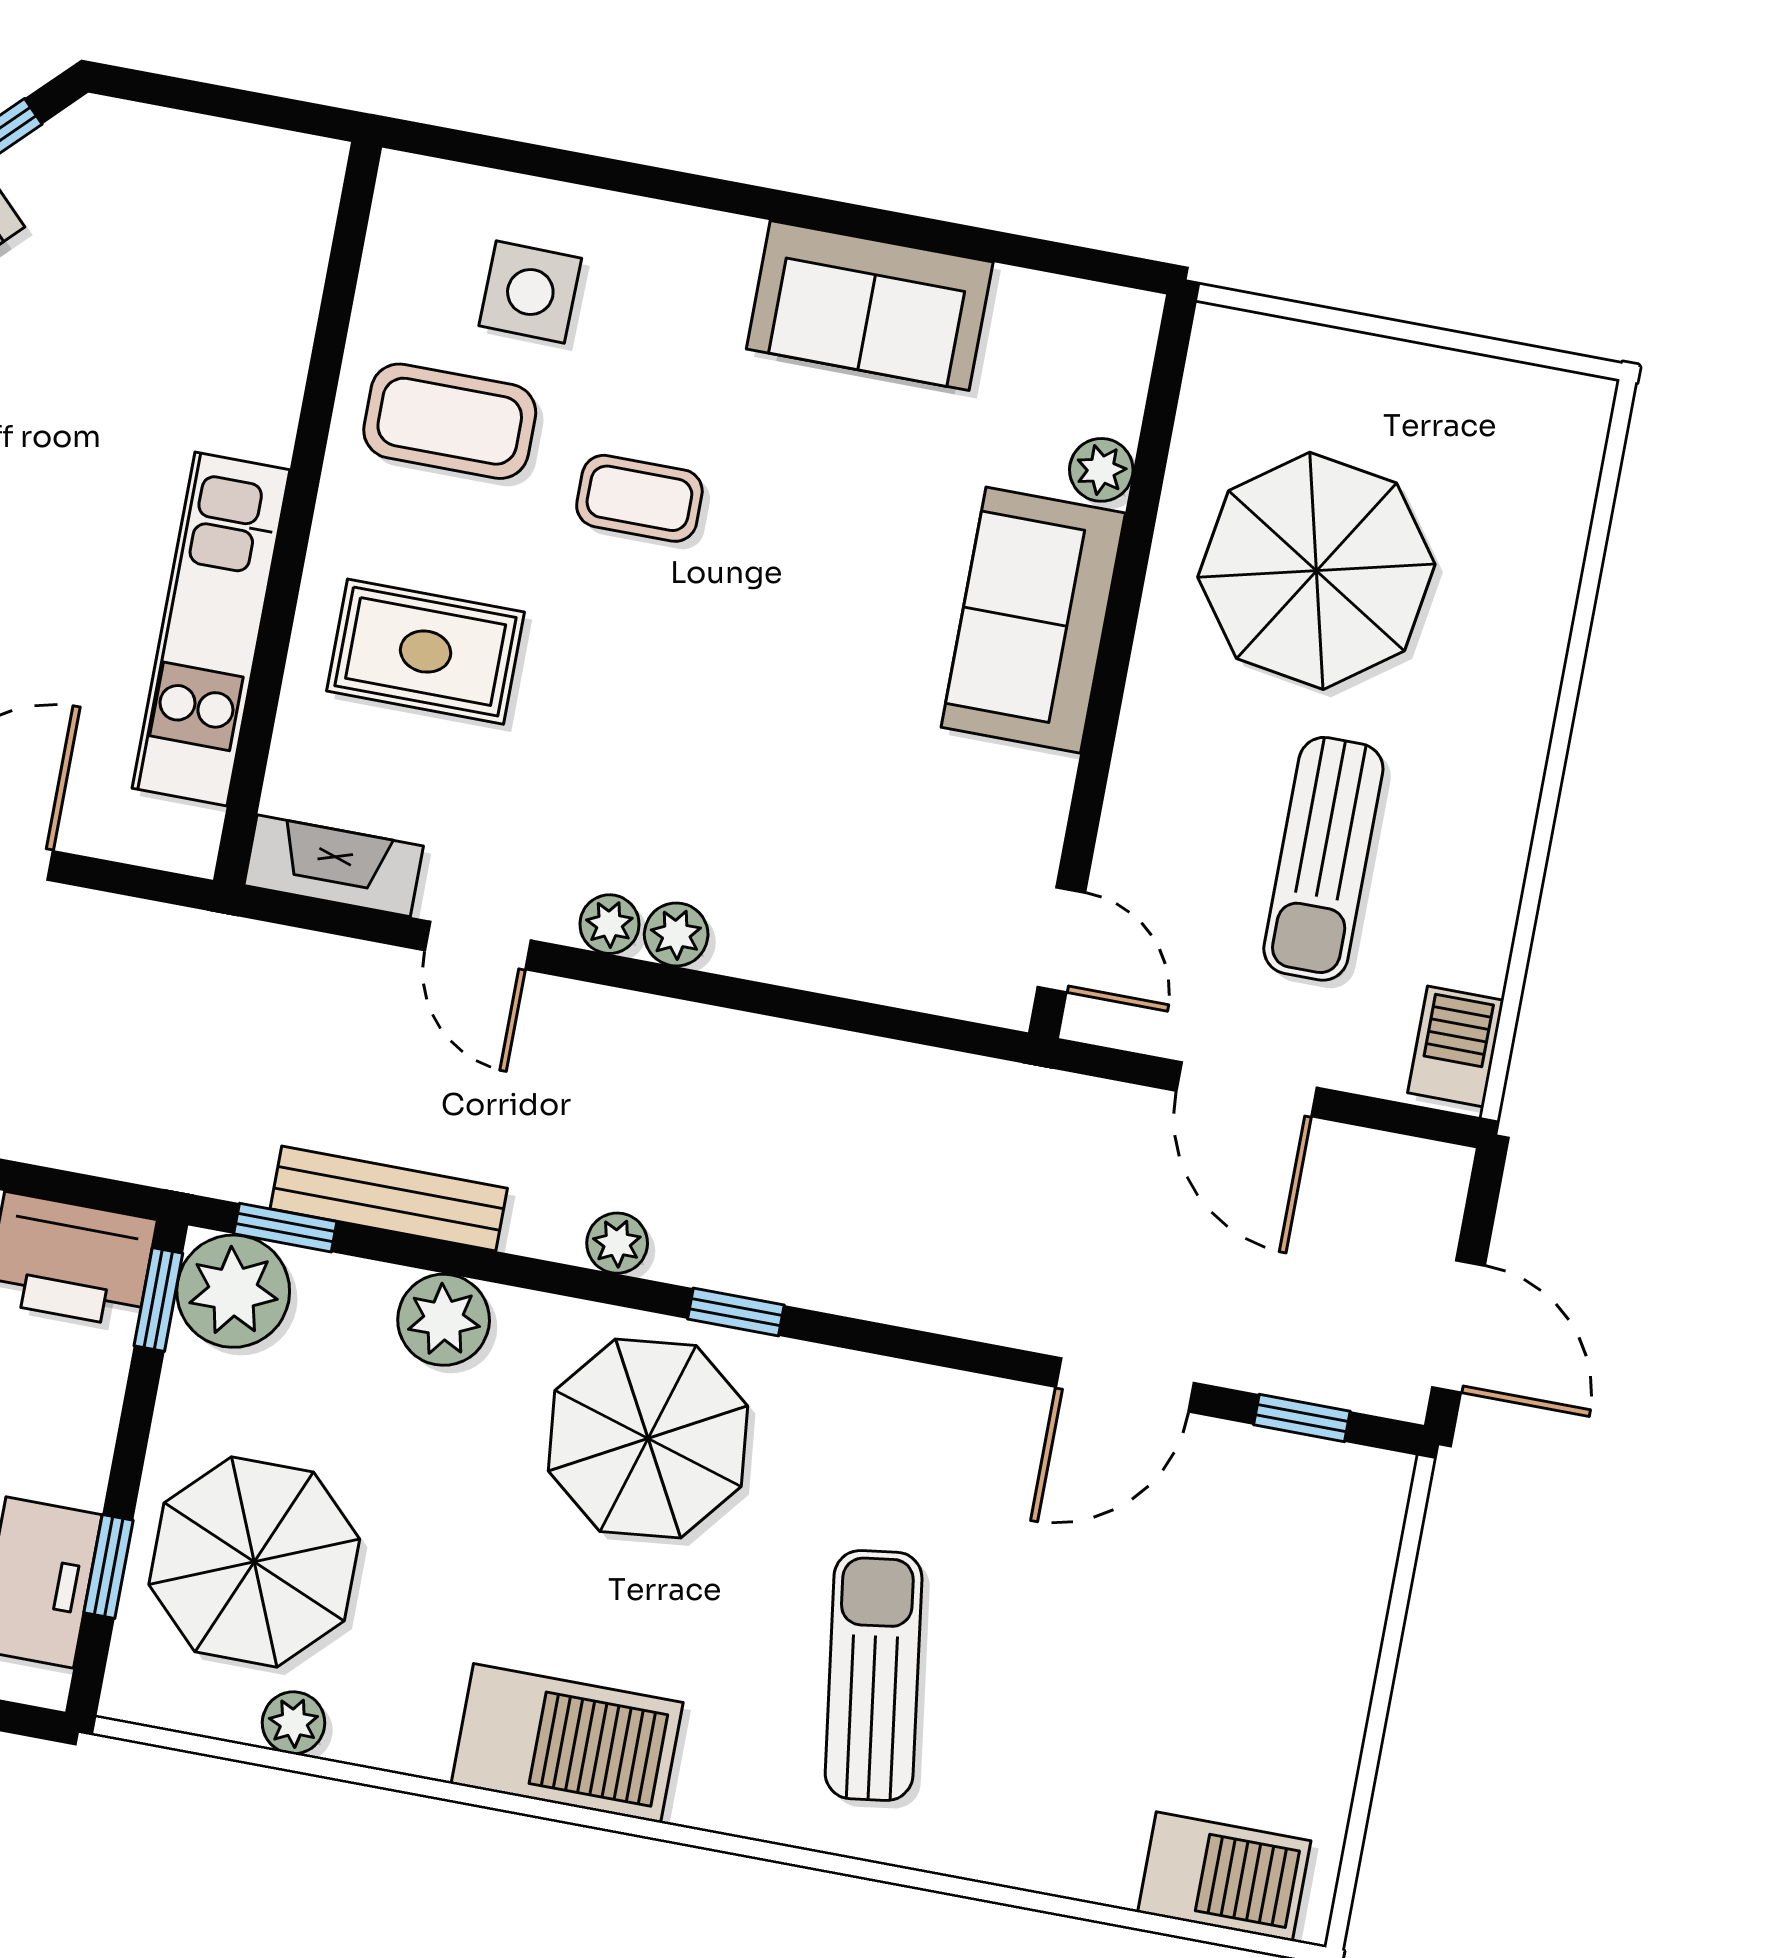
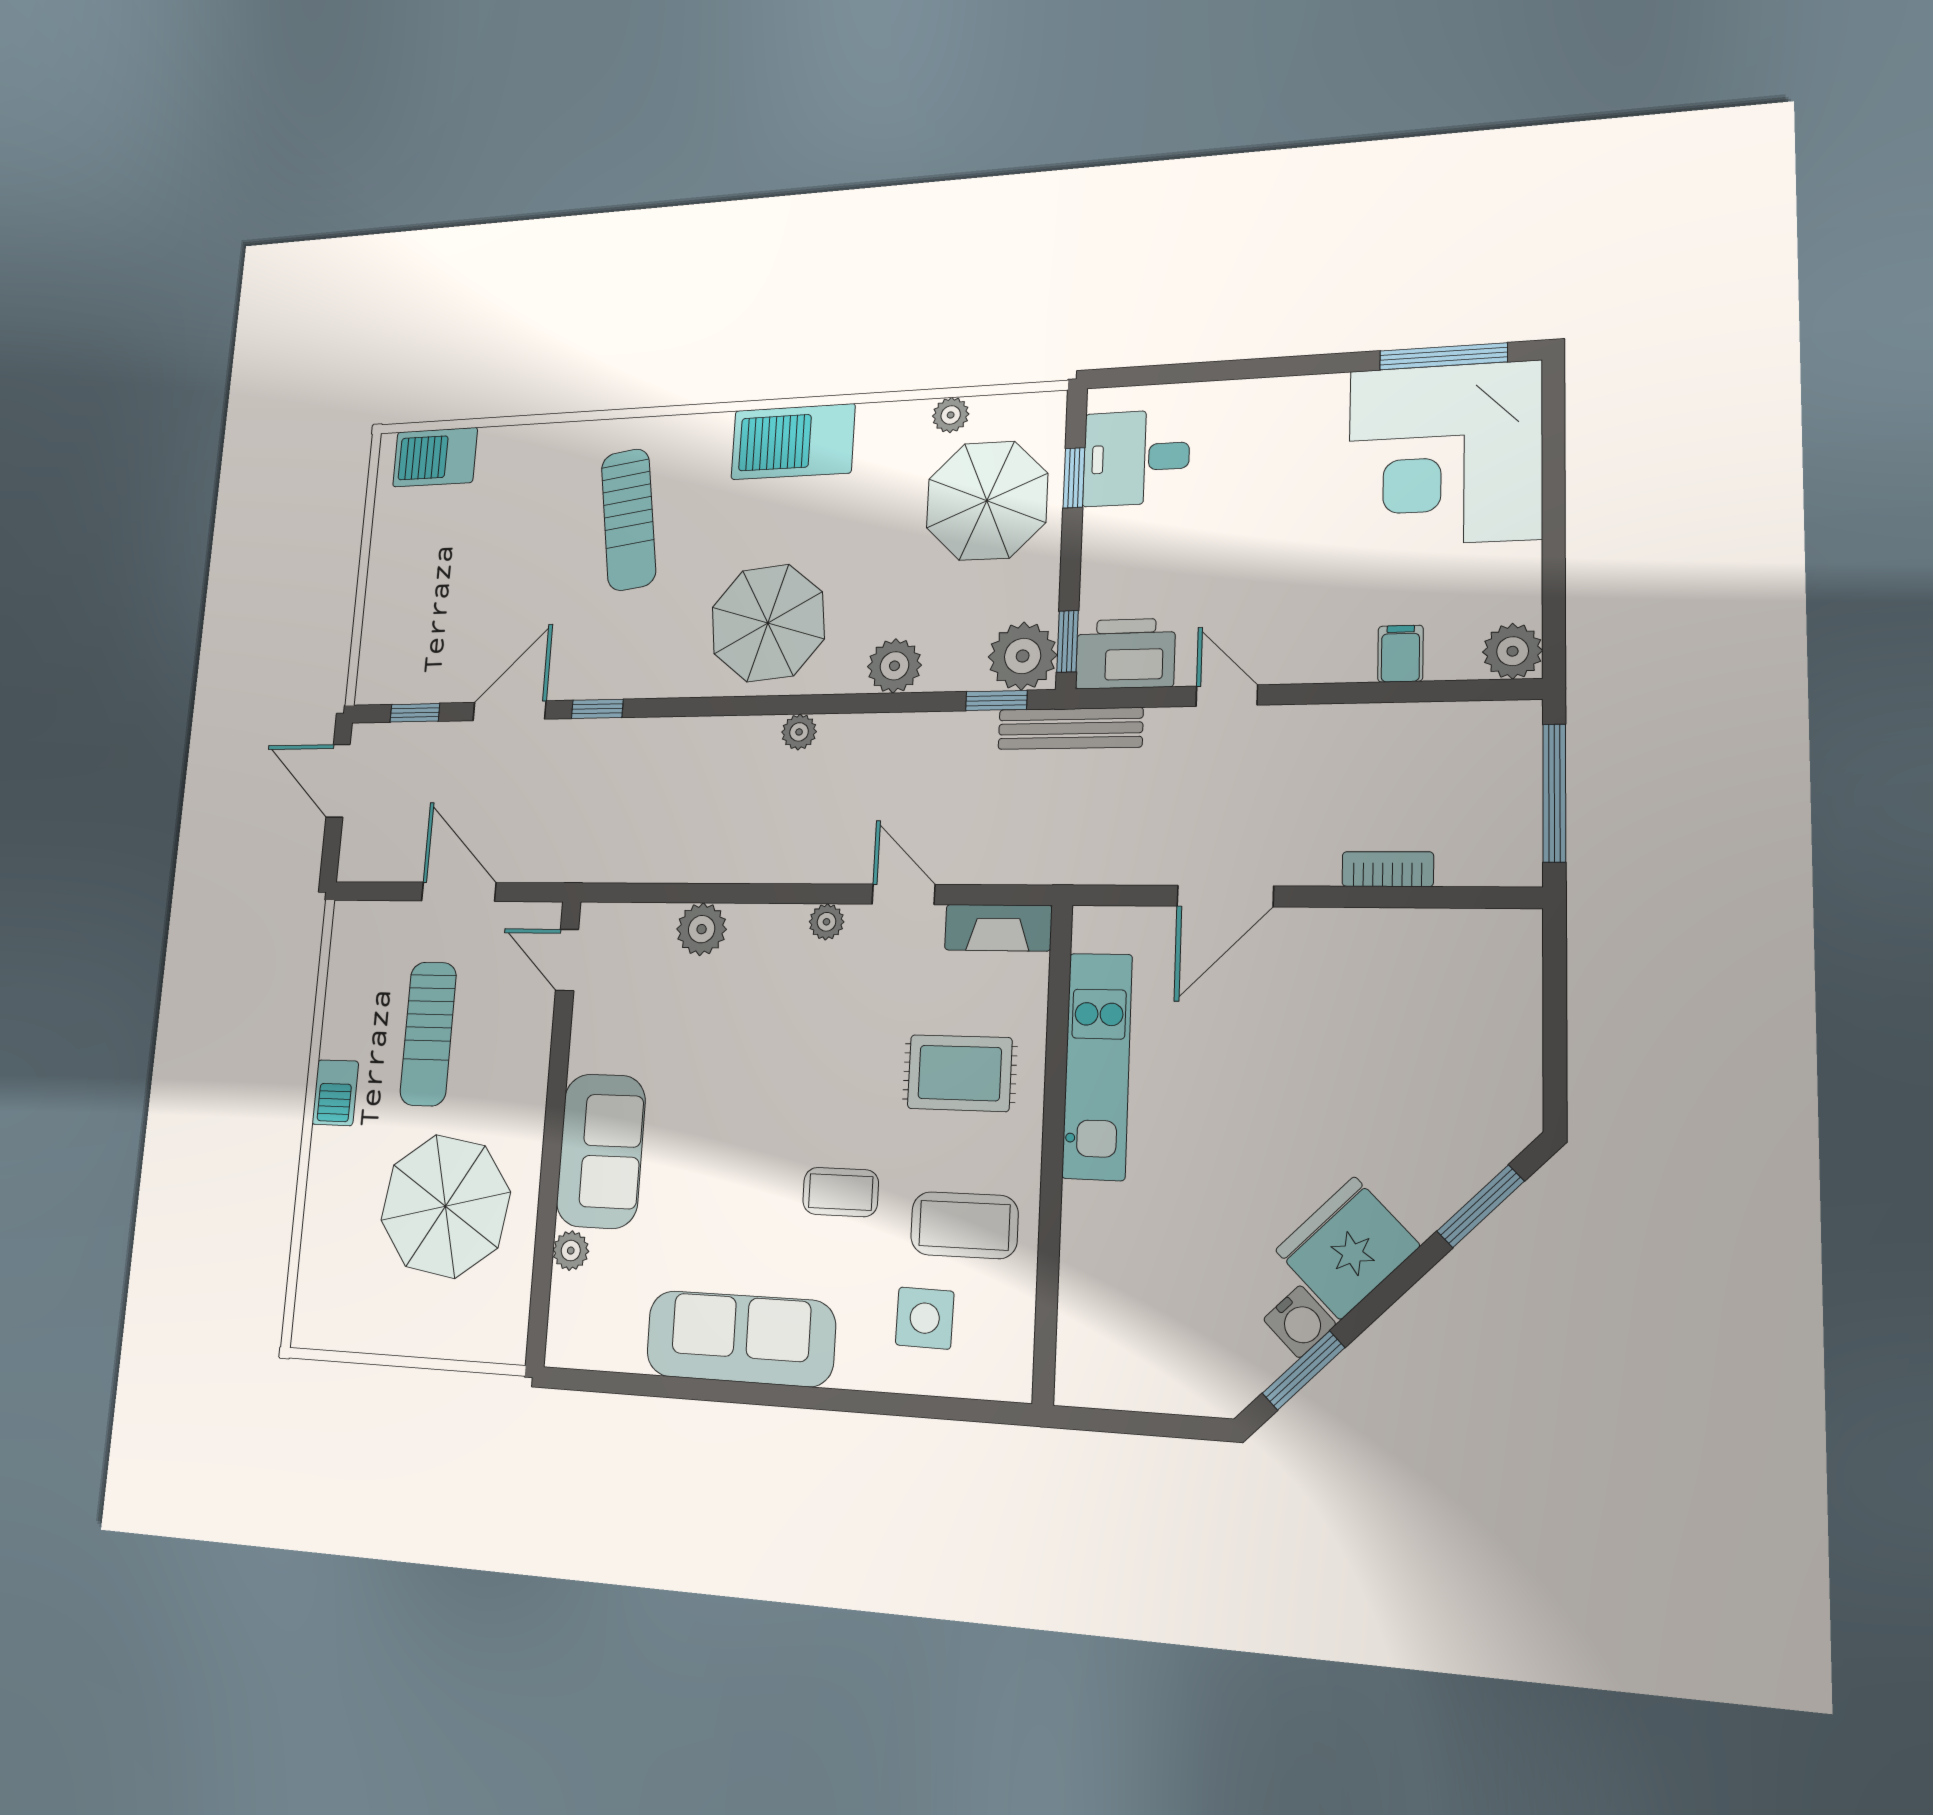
sofa: (870, 306) -> (740, 1339), width x1.36
sun lounger: (1323, 859) -> (428, 1034), turned 180
plant: (676, 934) -> (702, 929), moved, width x1.38, depth x1.38
barbecue: (1456, 1047) -> (335, 1093), moved
bench: (389, 1198) -> (1070, 728), moved
window: (736, 1312) -> (597, 709), moved

